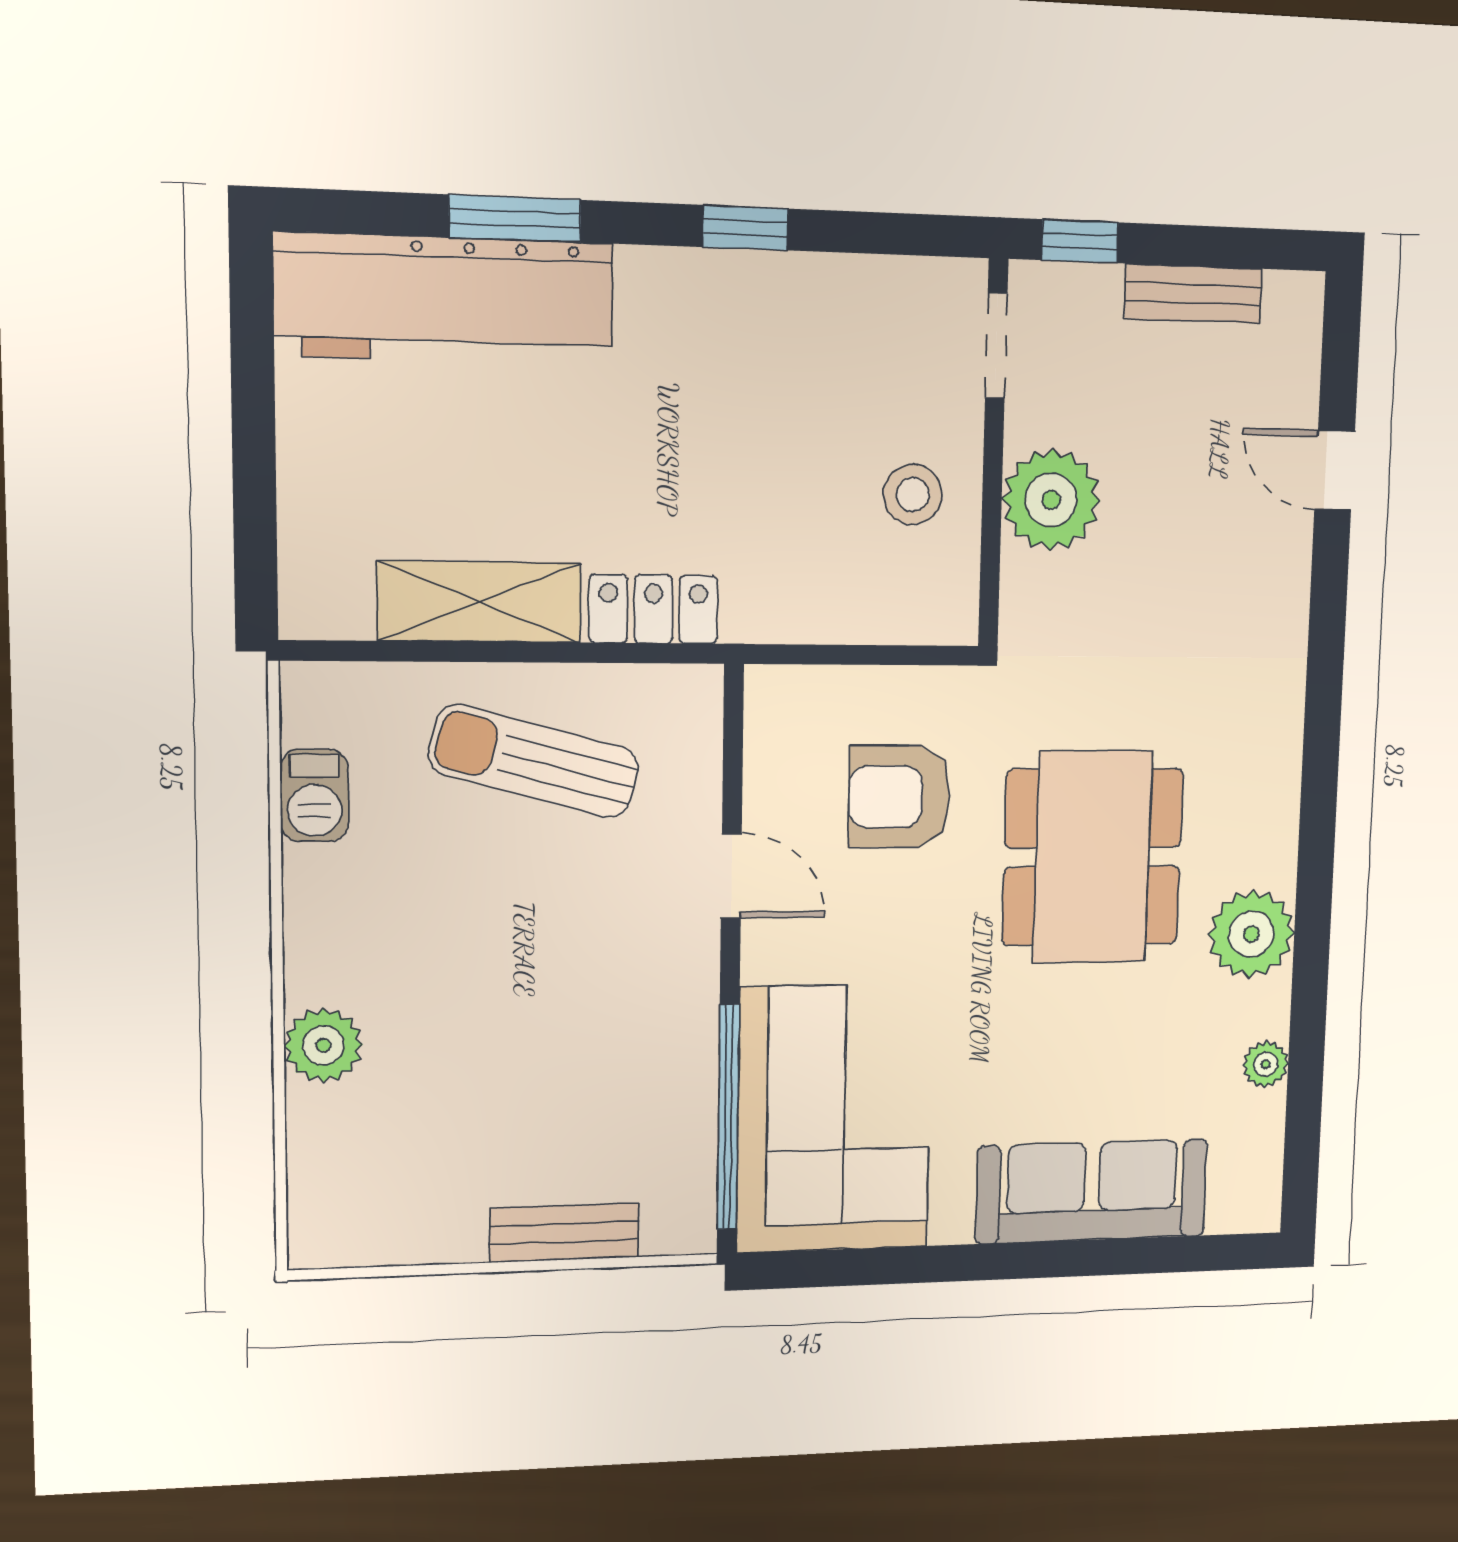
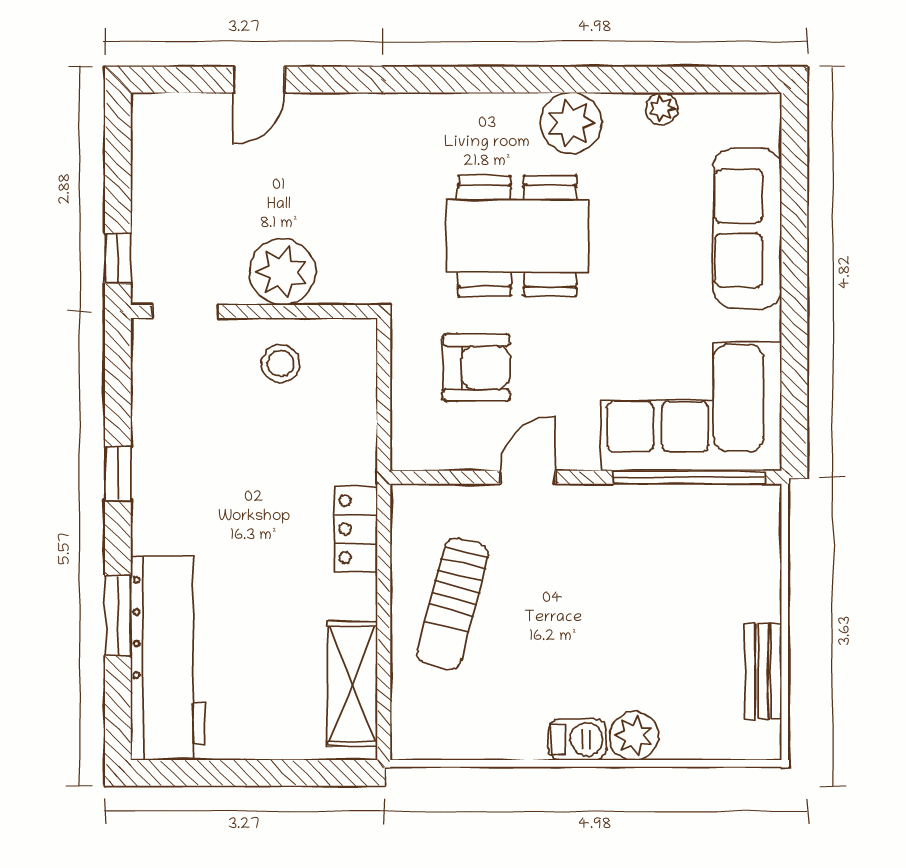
bench: (1193, 294) -> (148, 182), removed
shelving: (480, 602) -> (352, 684), moved
barbecue: (314, 796) -> (577, 739), moved
armchair: (900, 796) -> (476, 368), turned -90
bench: (564, 1233) -> (763, 671), moved

